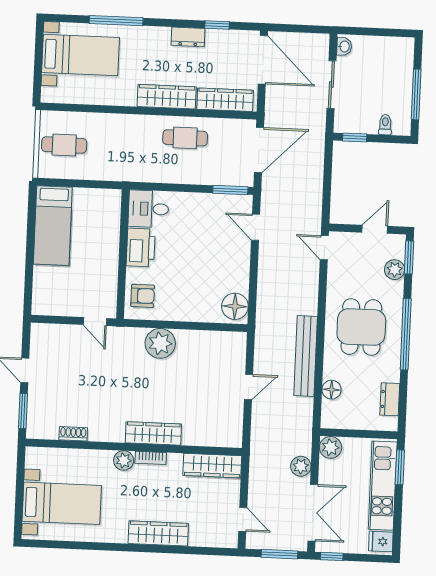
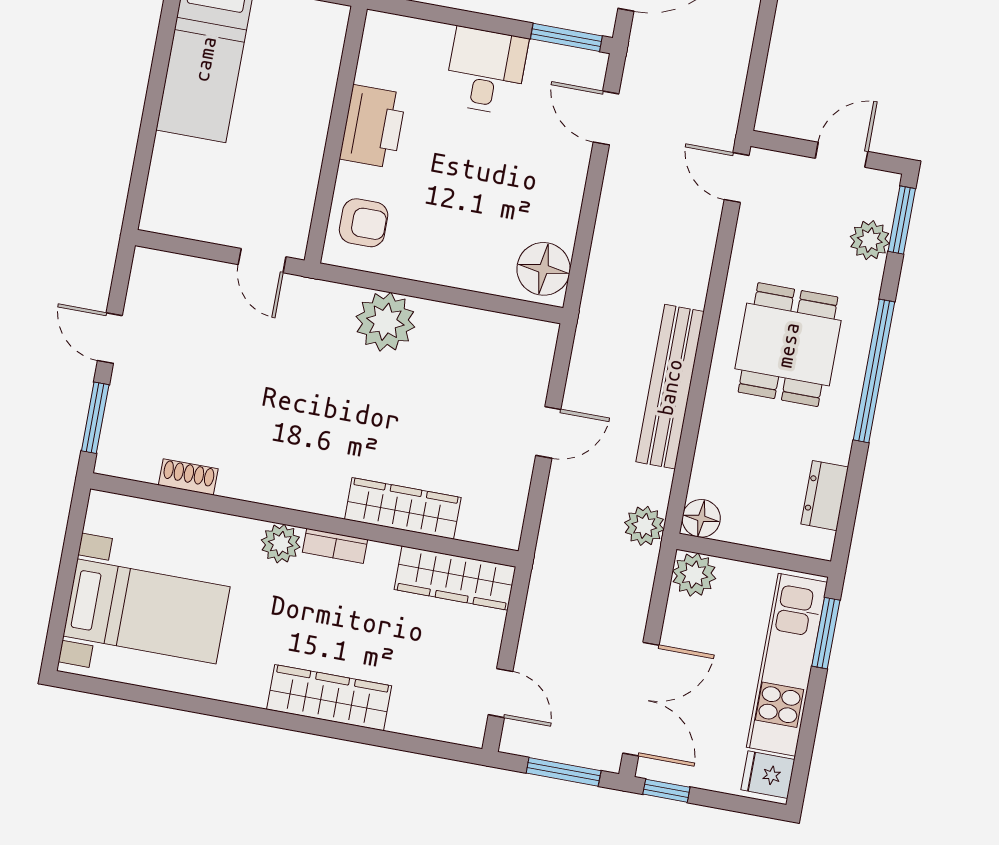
desk: (148, 209) -> (486, 71), moved, turned 90
floor lamp: (332, 390) -> (701, 518), moved
wardrobe: (153, 433) -> (403, 508), moved
plant: (301, 466) -> (644, 526), moved

